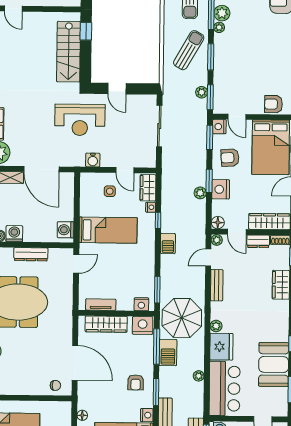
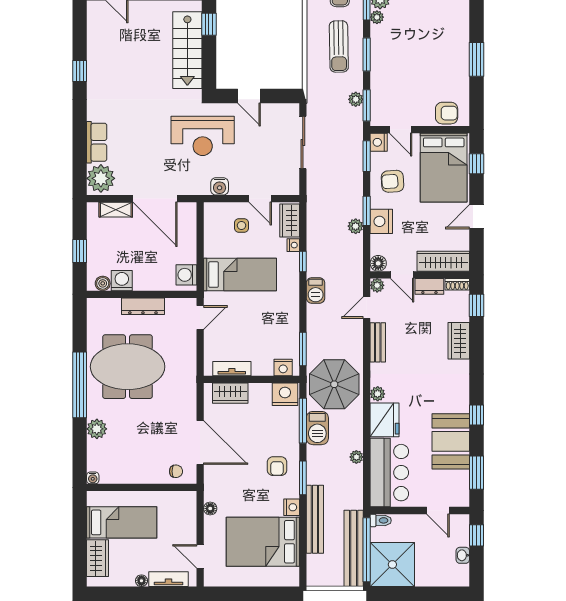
sun lounger: (189, 50) -> (339, 46), turned 149
armchair: (273, 104) -> (447, 113), turned 180
wardrobe: (106, 324) -> (230, 393), width x0.67

